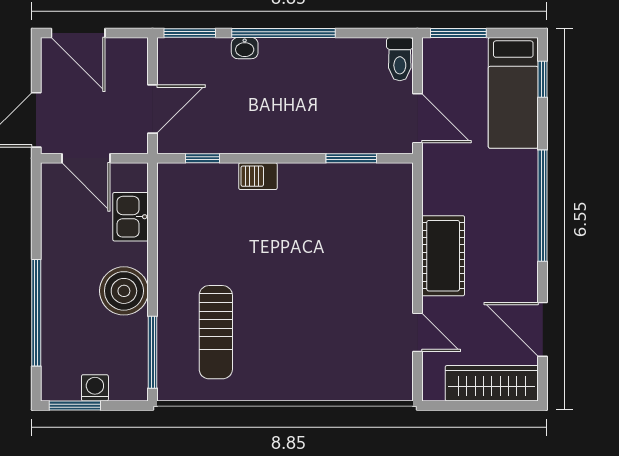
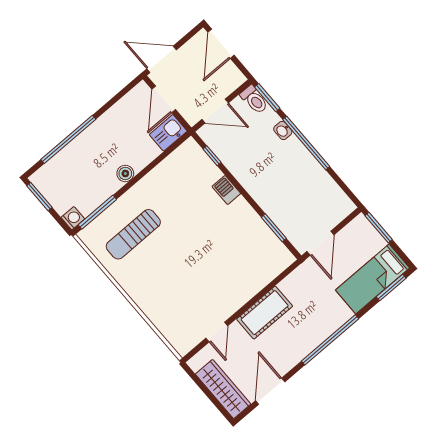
toilet: (400, 59) -> (254, 100), moved, turned -90
window: (543, 79) -> (391, 288), width x1.50
kitchen sink: (131, 217) -> (168, 133), moved
boiler: (124, 291) -> (125, 174), width x0.54, depth x0.54
washing machine: (95, 388) -> (73, 218), moved

